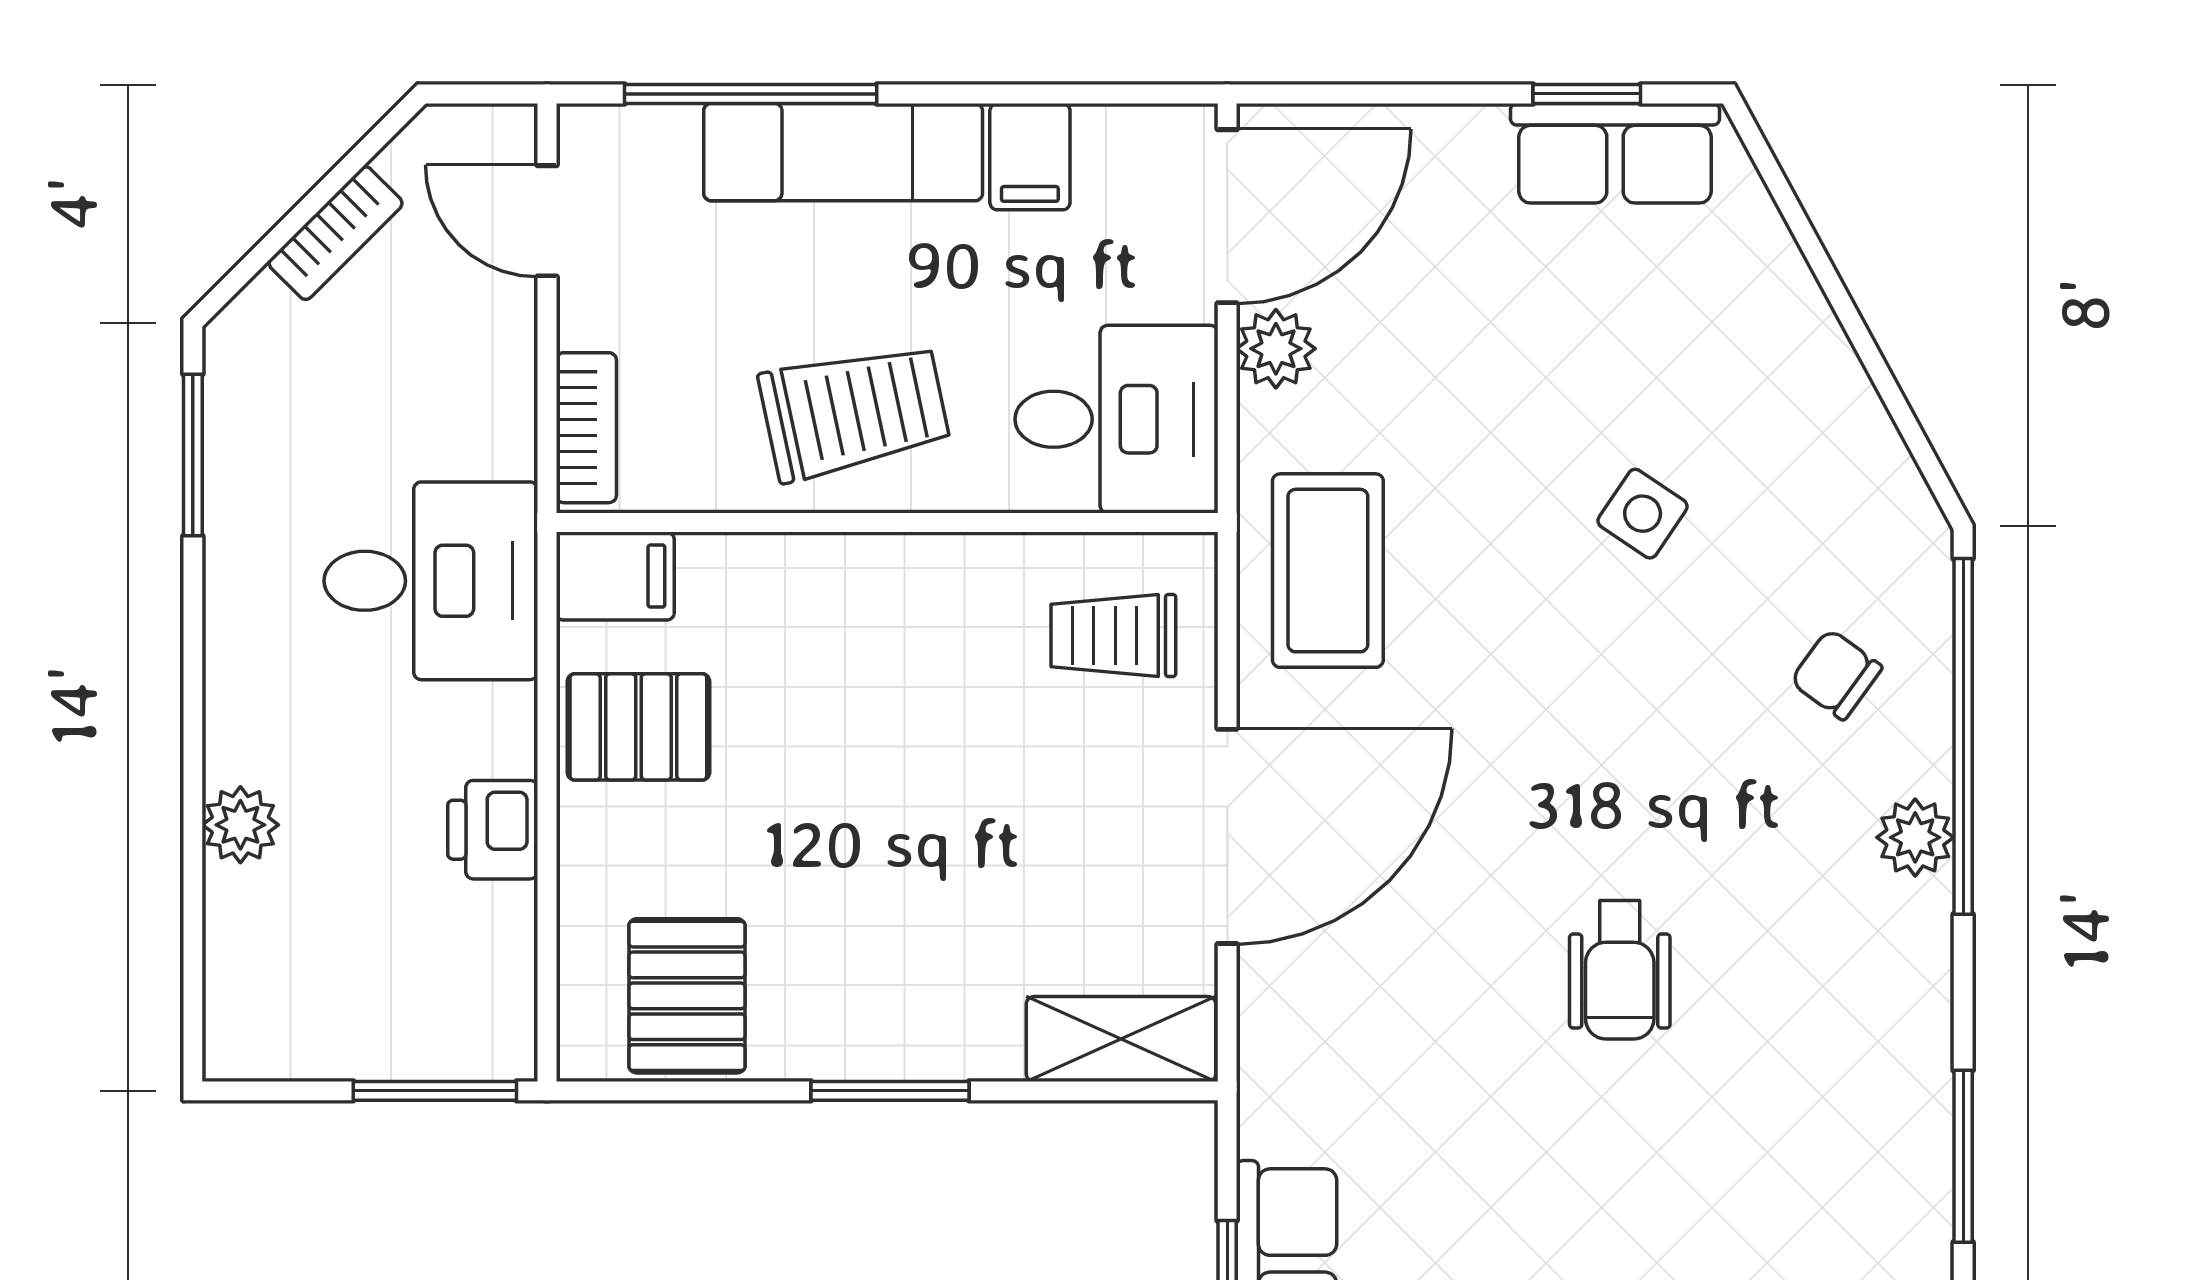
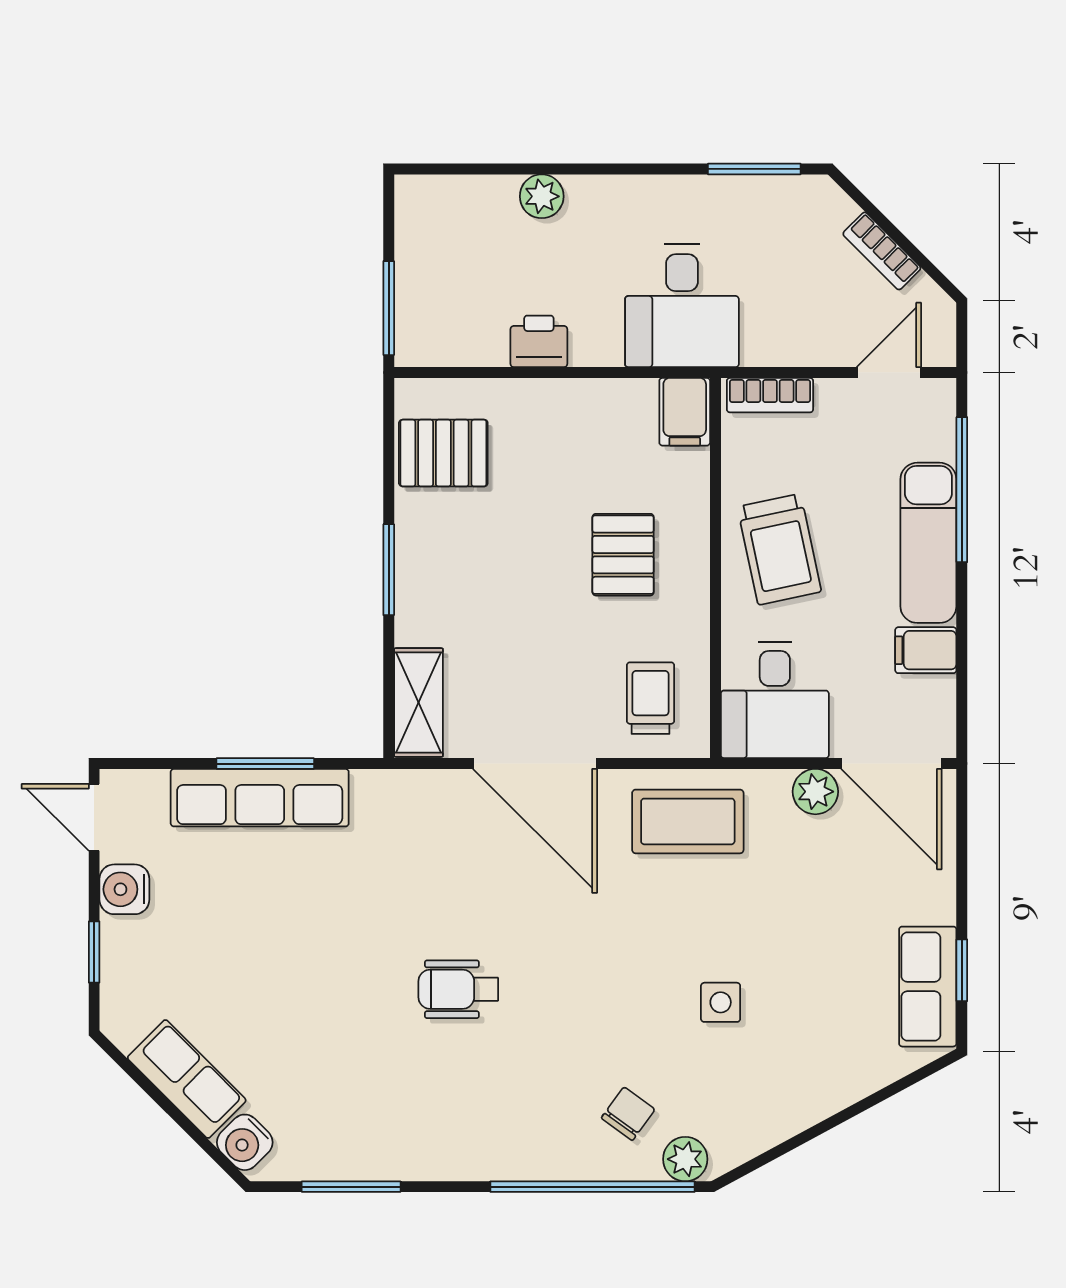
side table: (1643, 514) -> (721, 1002), turned -34
pallet: (638, 727) -> (623, 555), moved
plant: (1915, 837) -> (685, 1159), moved

